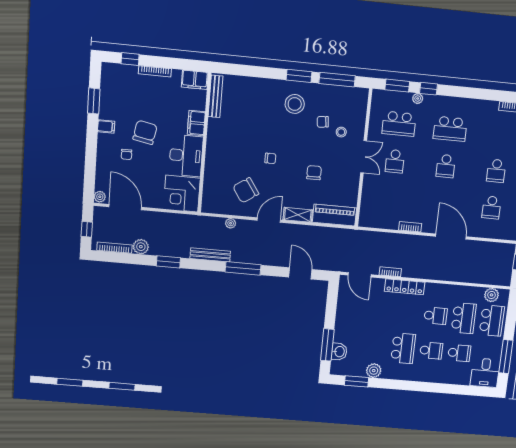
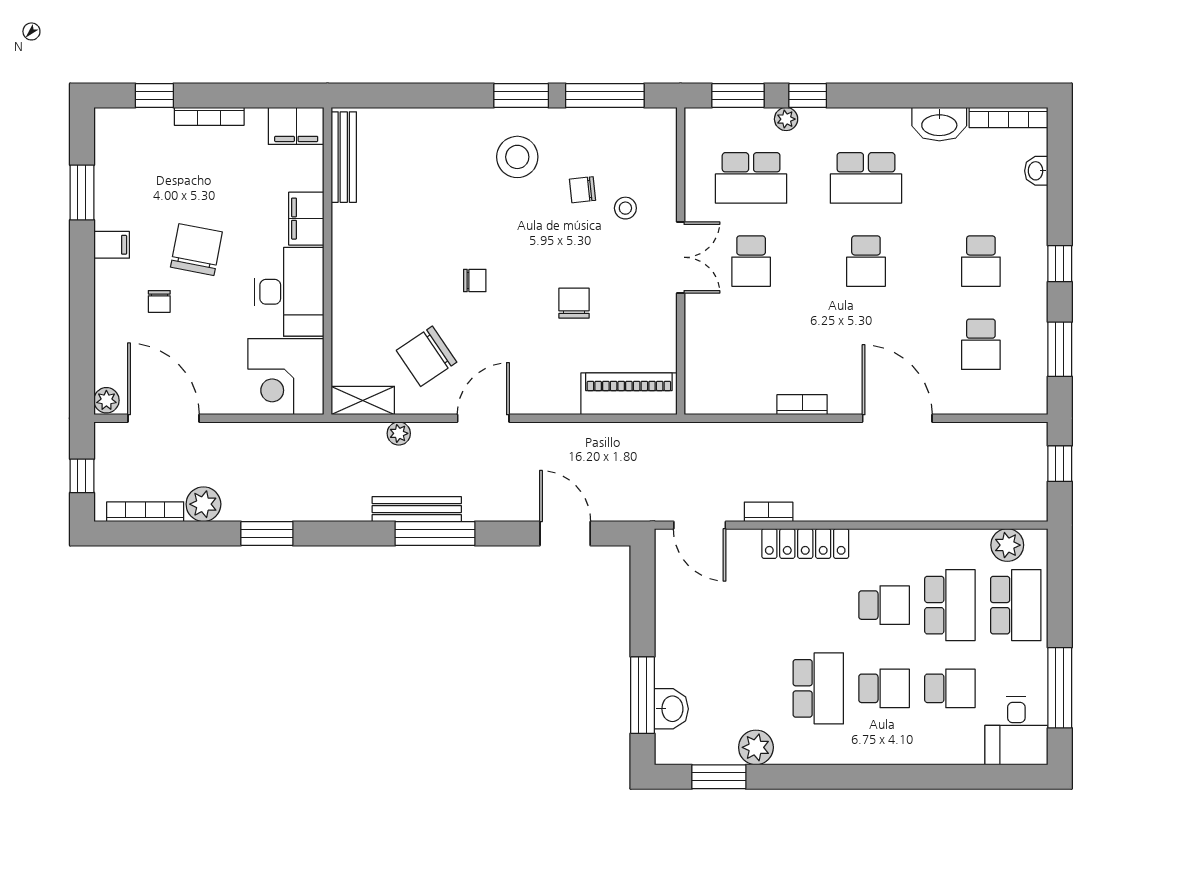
washbasin: (486, 108) -> (939, 124), added
shelving: (298, 215) -> (363, 401), moved
bench: (210, 255) -> (417, 509), moved

